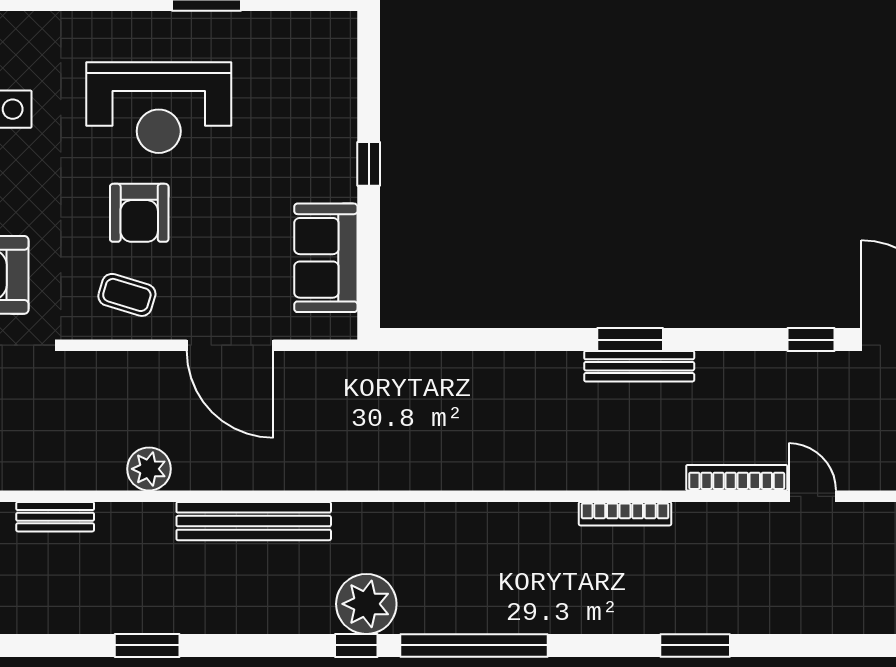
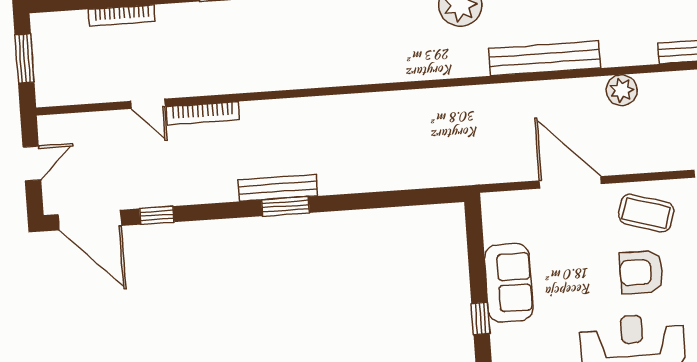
armchair: (139, 213) -> (641, 272), turned -90
sofa: (326, 258) -> (509, 283), moved
coffee table: (127, 295) -> (646, 213), width x1.36, depth x1.30
bookcase: (625, 514) -> (122, 15), moved, turned 180

